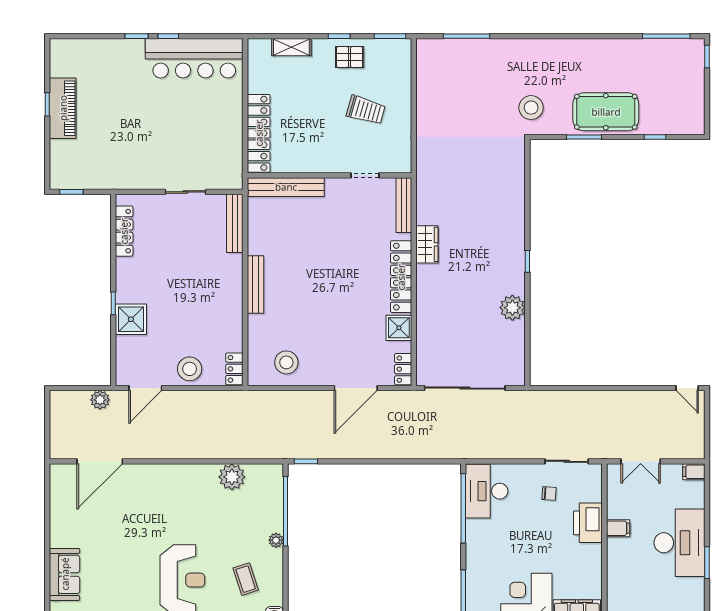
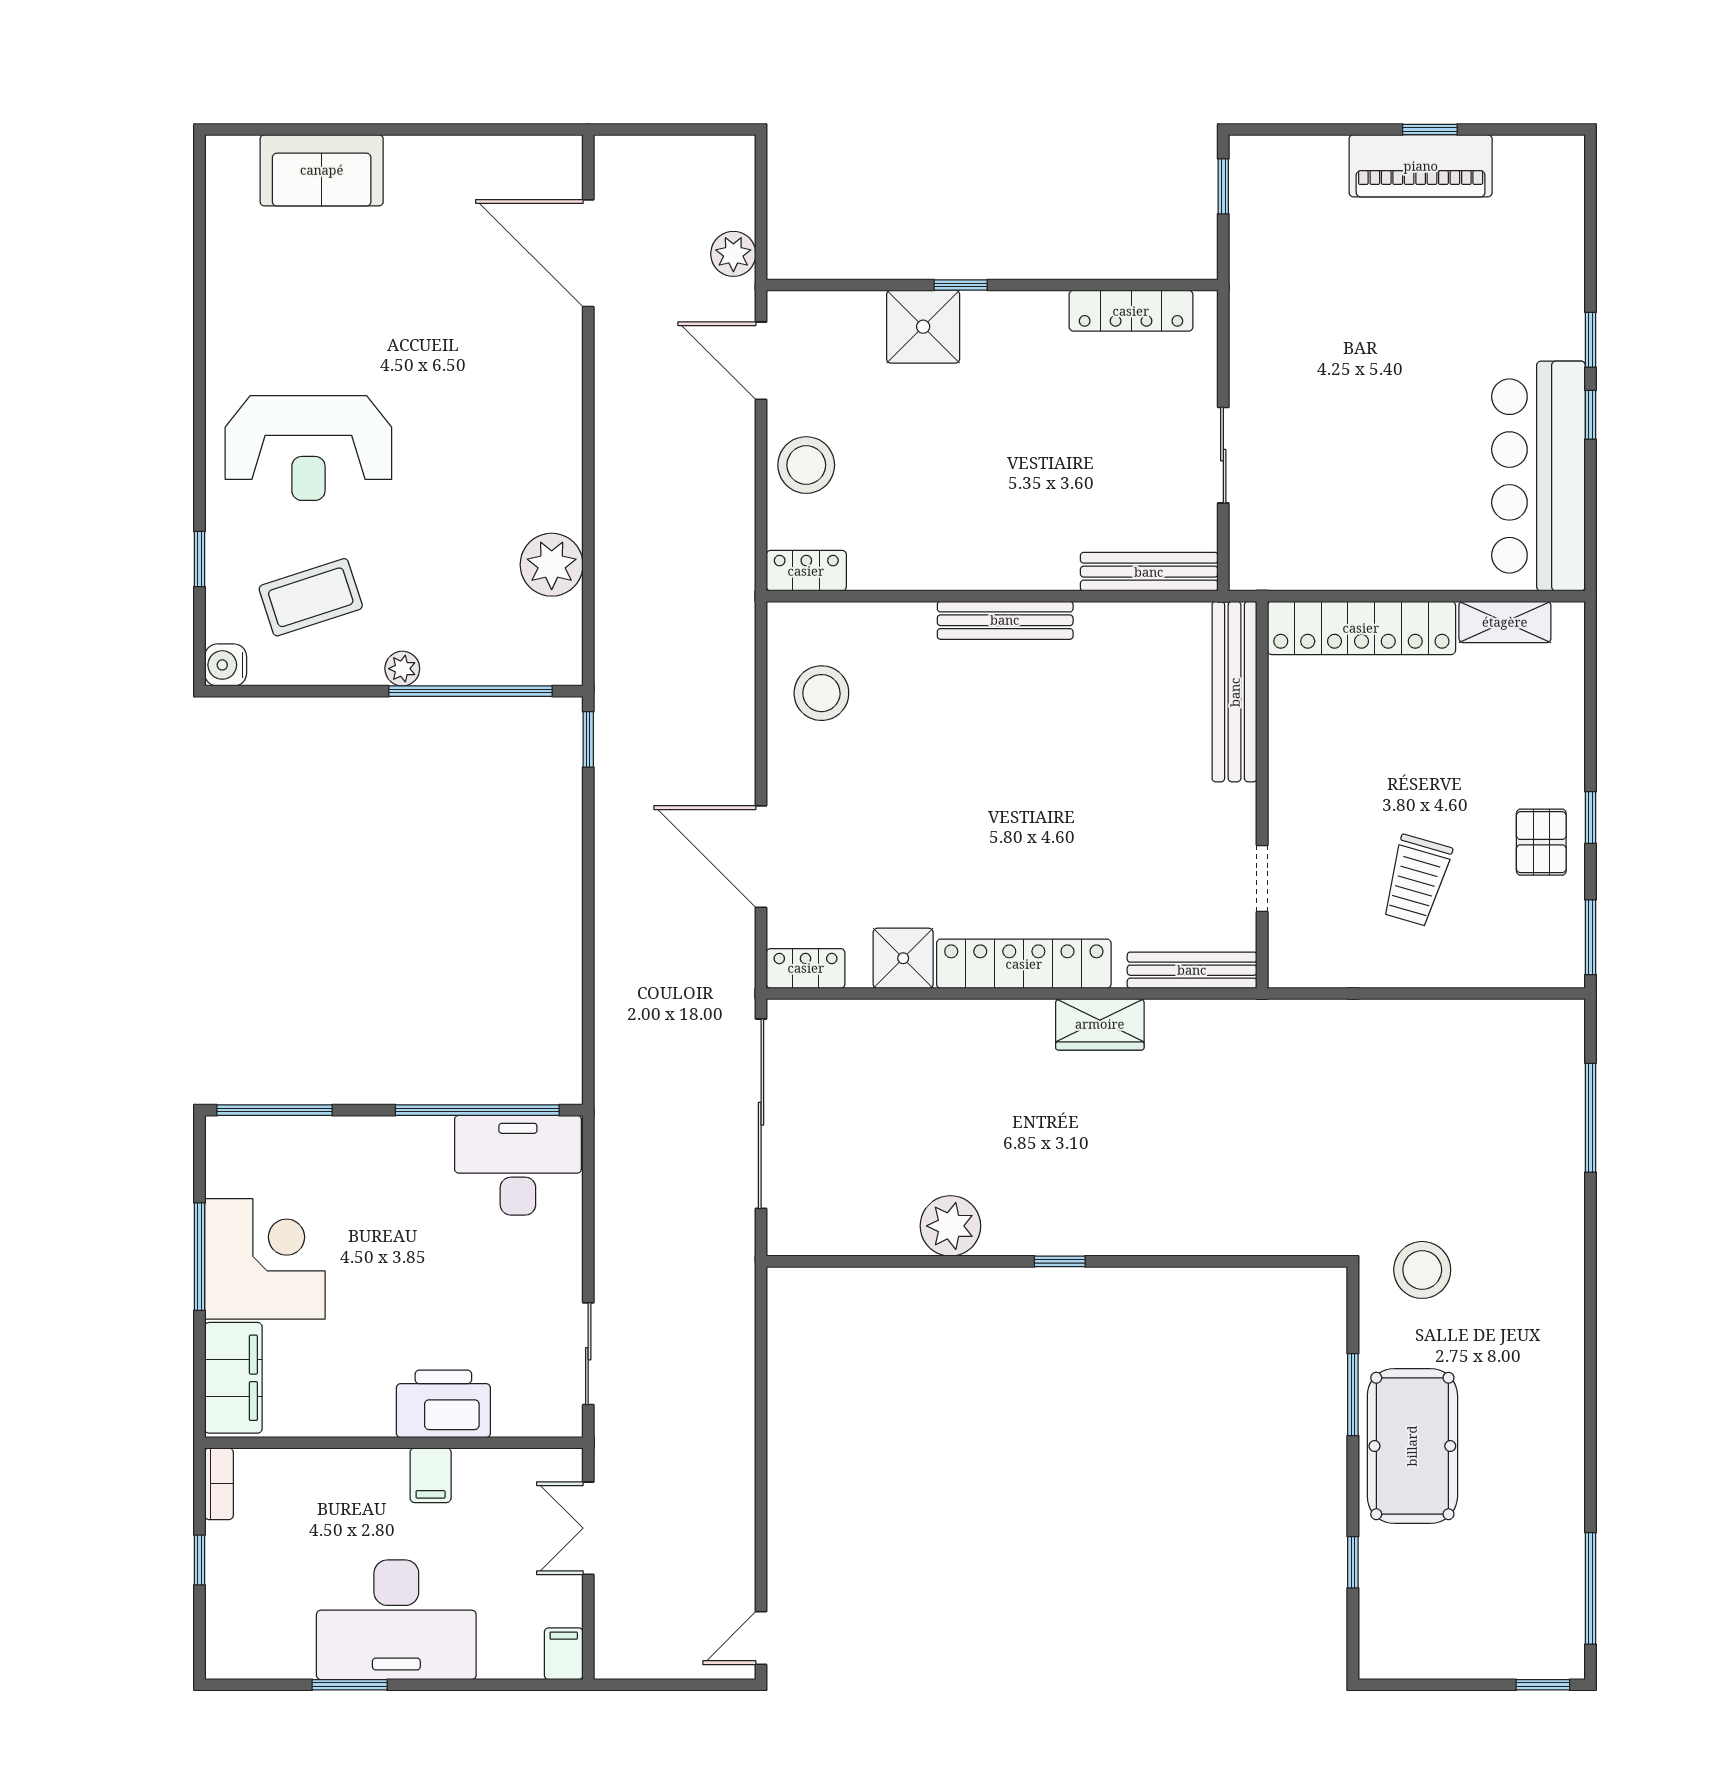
shelving: (291, 47) -> (1505, 622), moved, turned 90
chair: (549, 493) -> (513, 1312), removed
coffee table: (246, 579) -> (311, 597), width x1.36, depth x1.30

